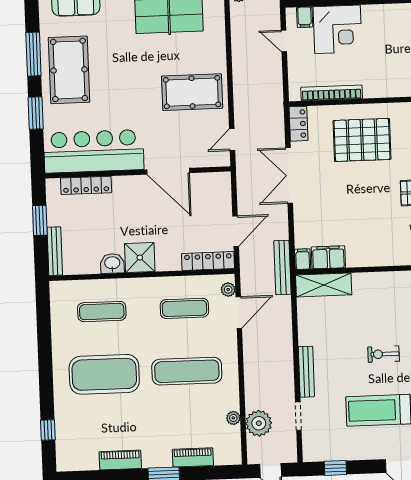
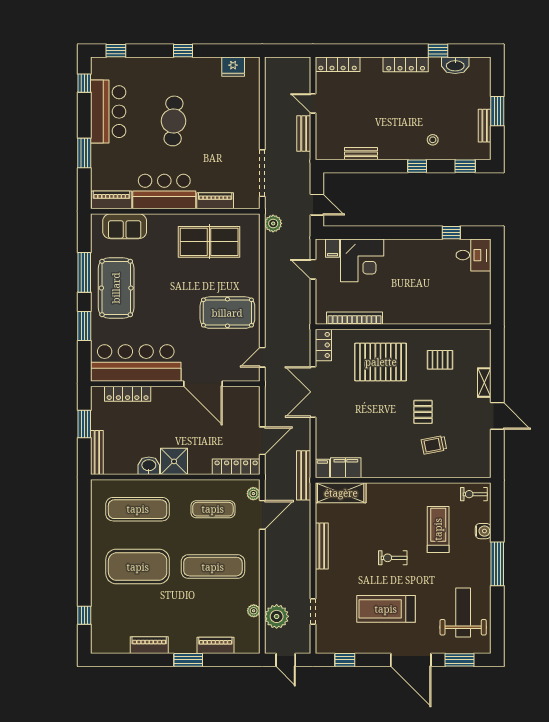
exercise mat: (102, 312) -> (138, 509), width x1.36, depth x1.45
bench: (306, 372) -> (322, 546), moved

